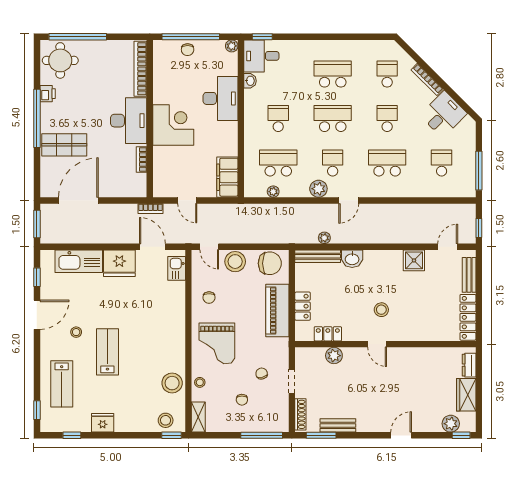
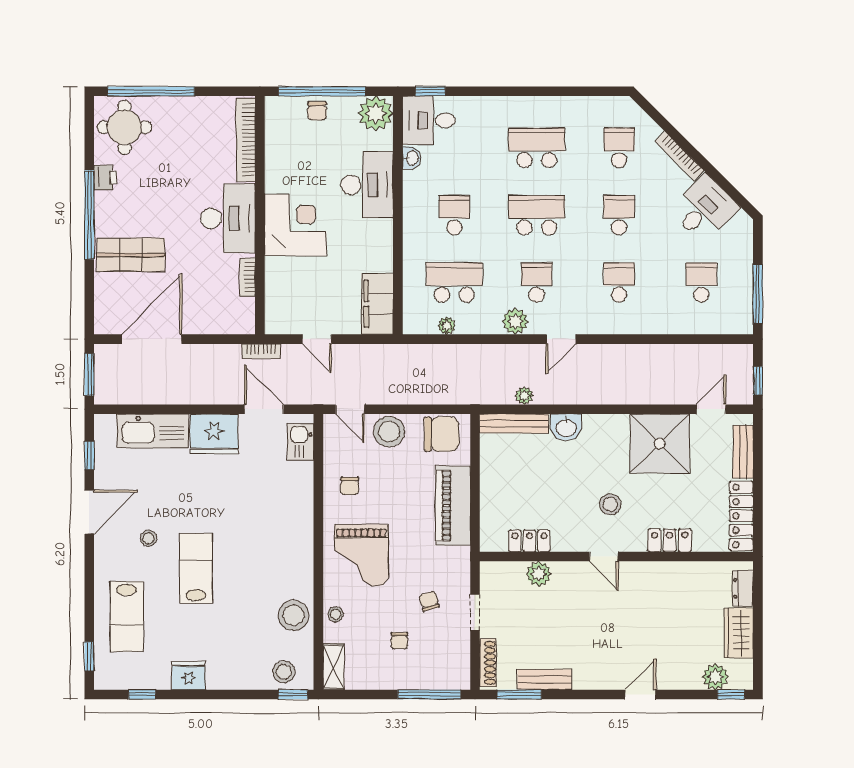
plant: (232, 46) -> (376, 113), width x1.87, depth x1.87
school desk: (387, 163) -> (619, 282), width x0.54
shower: (414, 260) -> (660, 444), width x1.86, depth x1.86
locker: (303, 306) -> (670, 540), moved, turned -90

